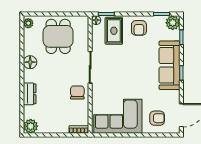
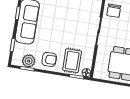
plant: (173, 23) -> (29, 61), moved
armchair: (139, 28) -> (49, 59), turned 90

